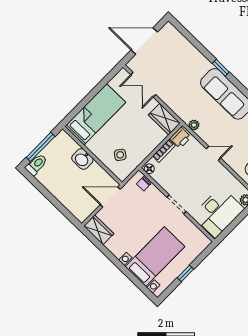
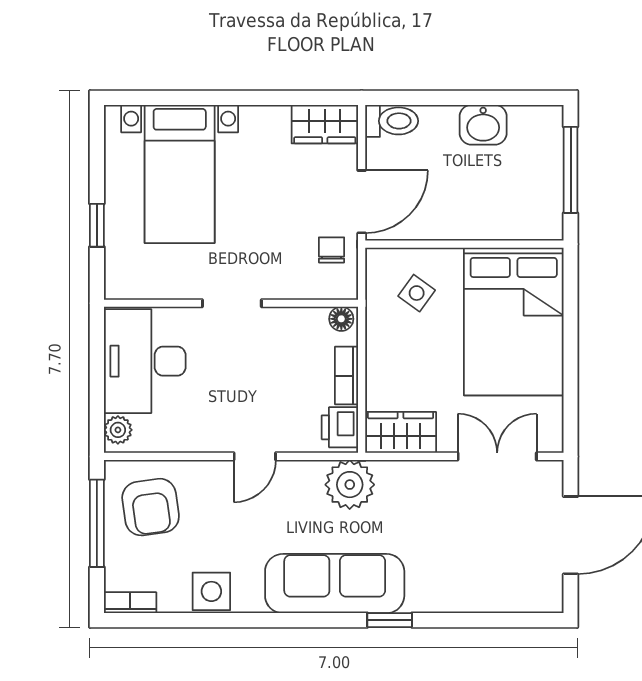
bed: (95, 114) -> (514, 321), width x1.50
plant: (194, 125) -> (350, 485), width x1.88, depth x1.88
washbasin: (82, 159) -> (483, 125), moved, turned 180
toilet: (36, 165) -> (392, 121), moved, turned -90
chair: (144, 184) -> (332, 250), moved
window: (185, 273) -> (97, 225), moved

